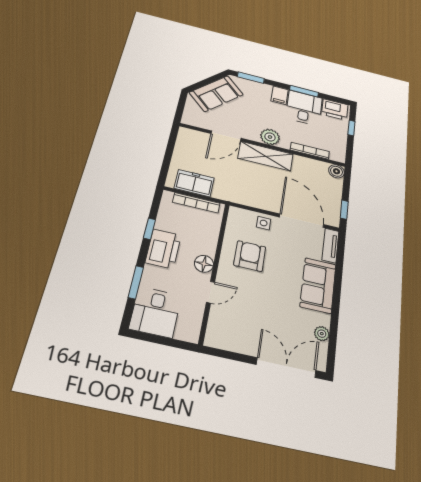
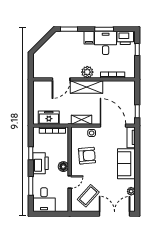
sofa: (216, 94) -> (50, 49), removed
boiler: (336, 171) -> (130, 85), removed
shelving: (249, 200) -> (81, 120), added
armchair: (250, 256) -> (87, 156), turned 85
coffee table: (241, 324) -> (88, 196), added

